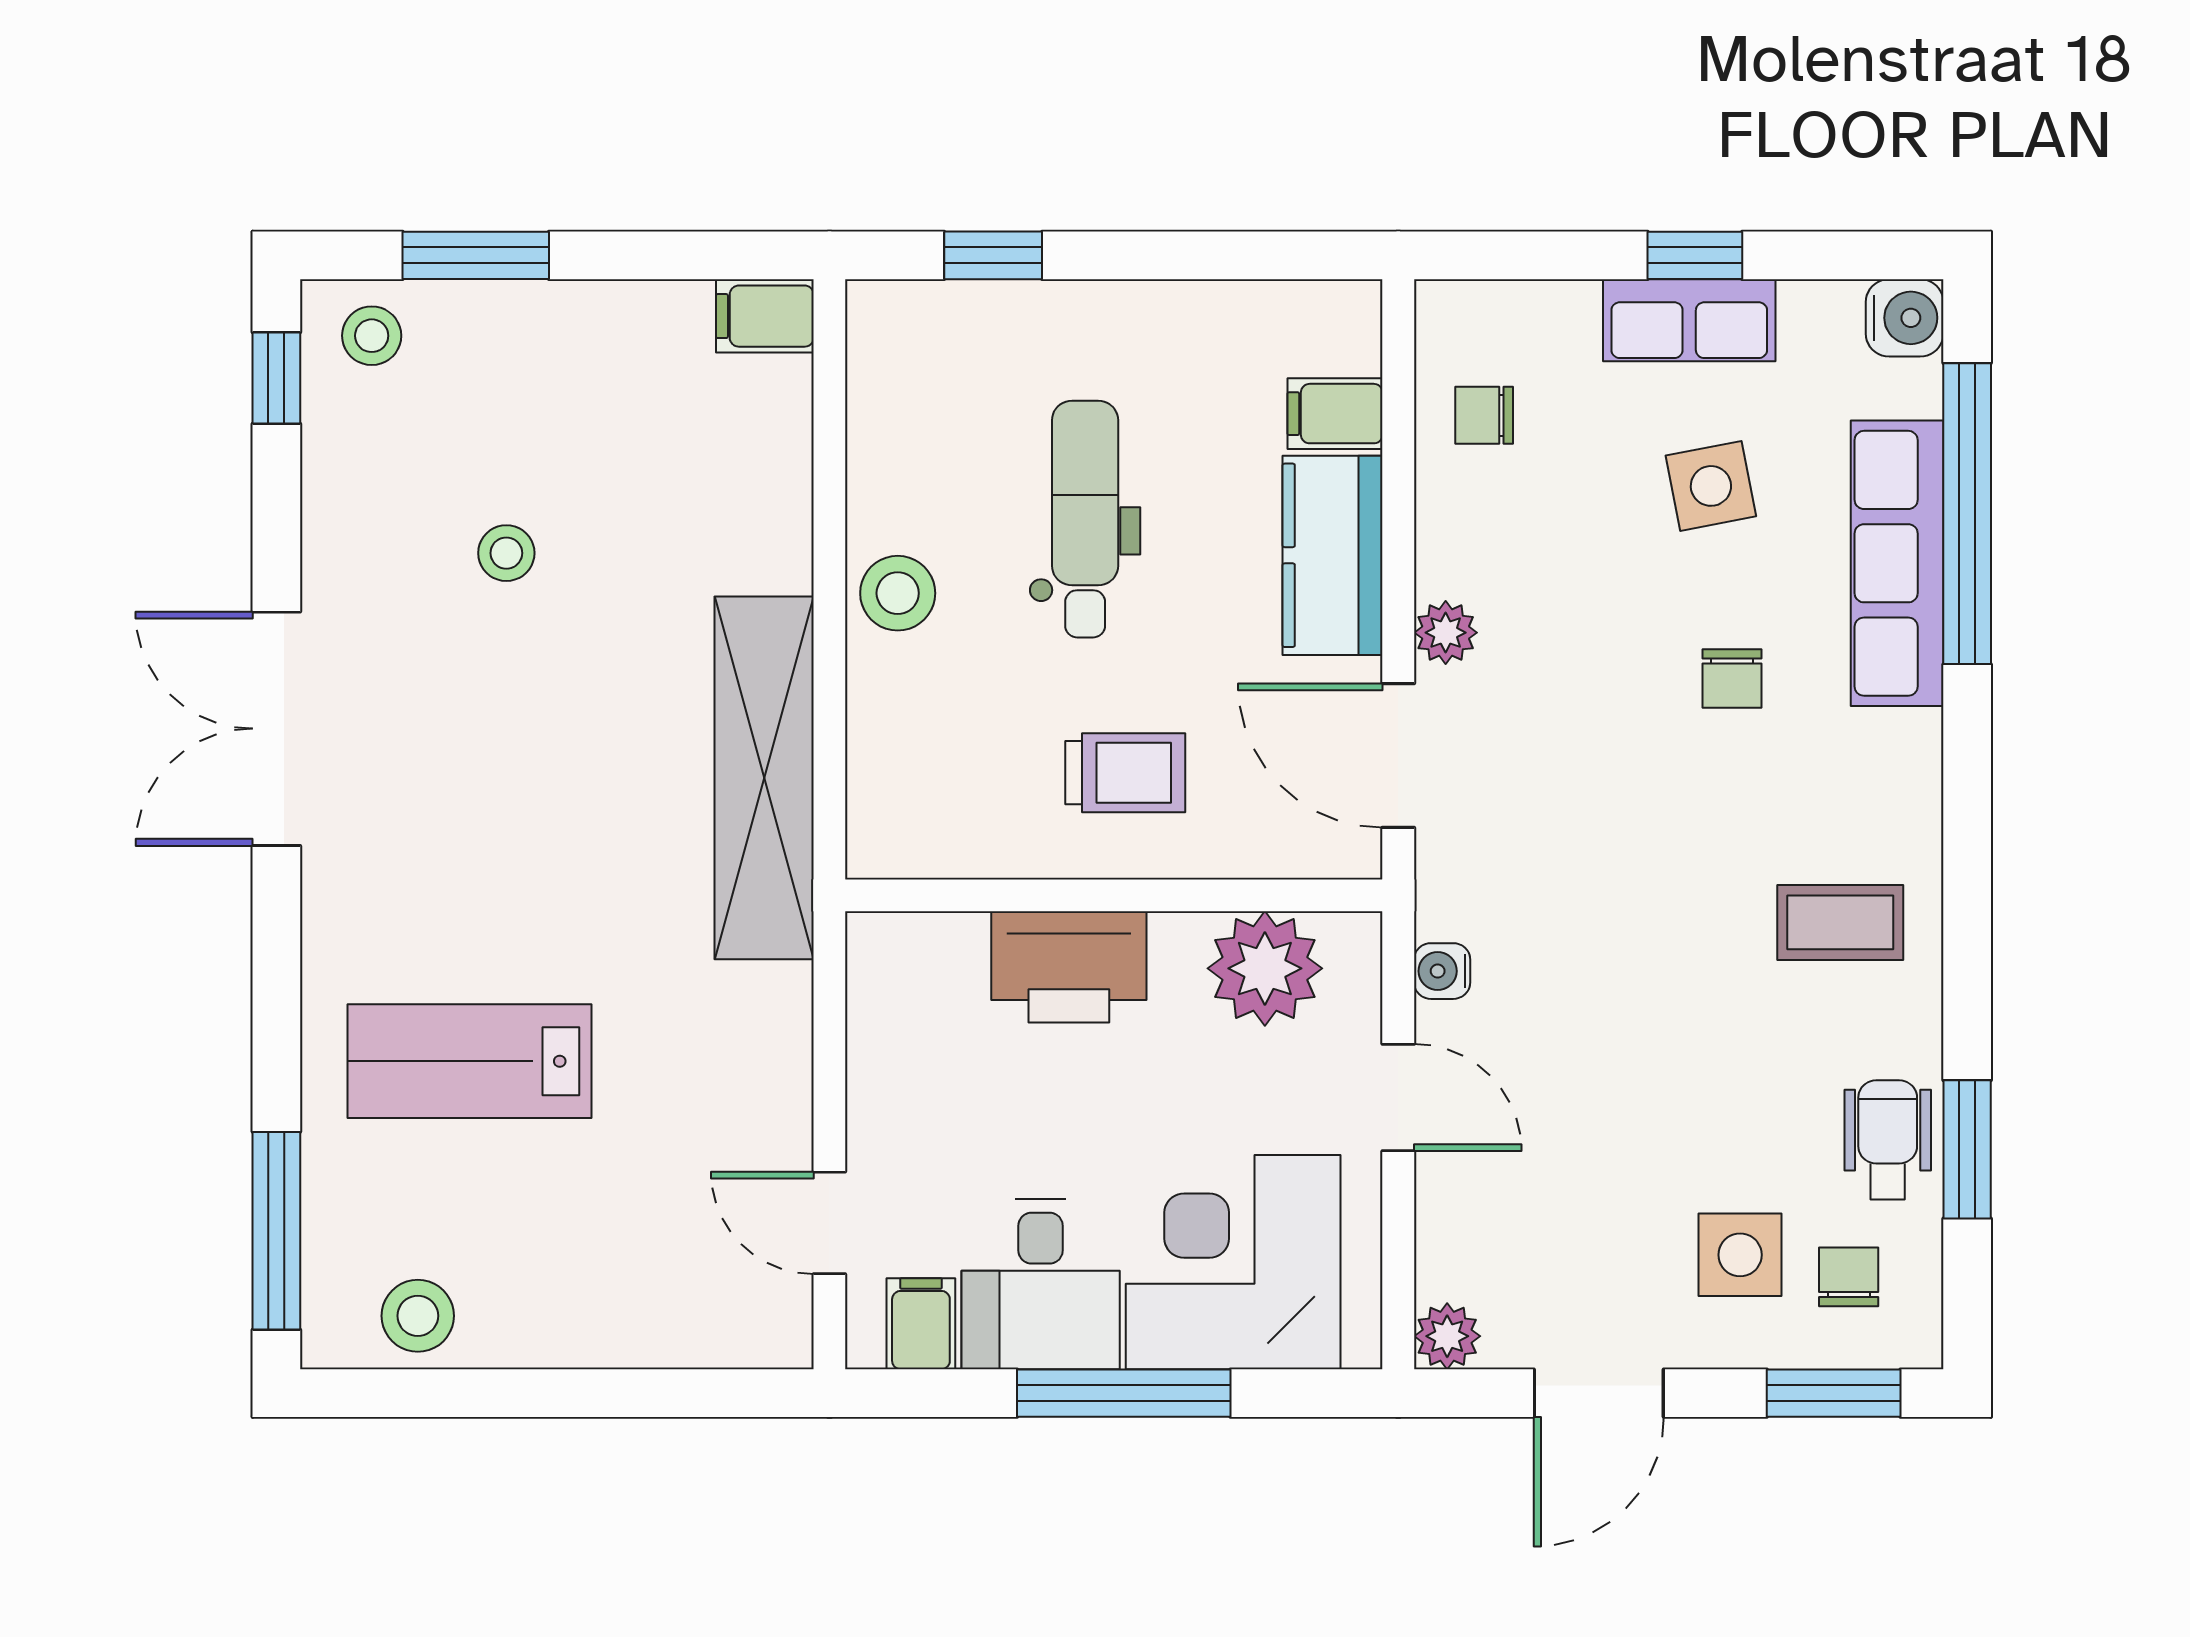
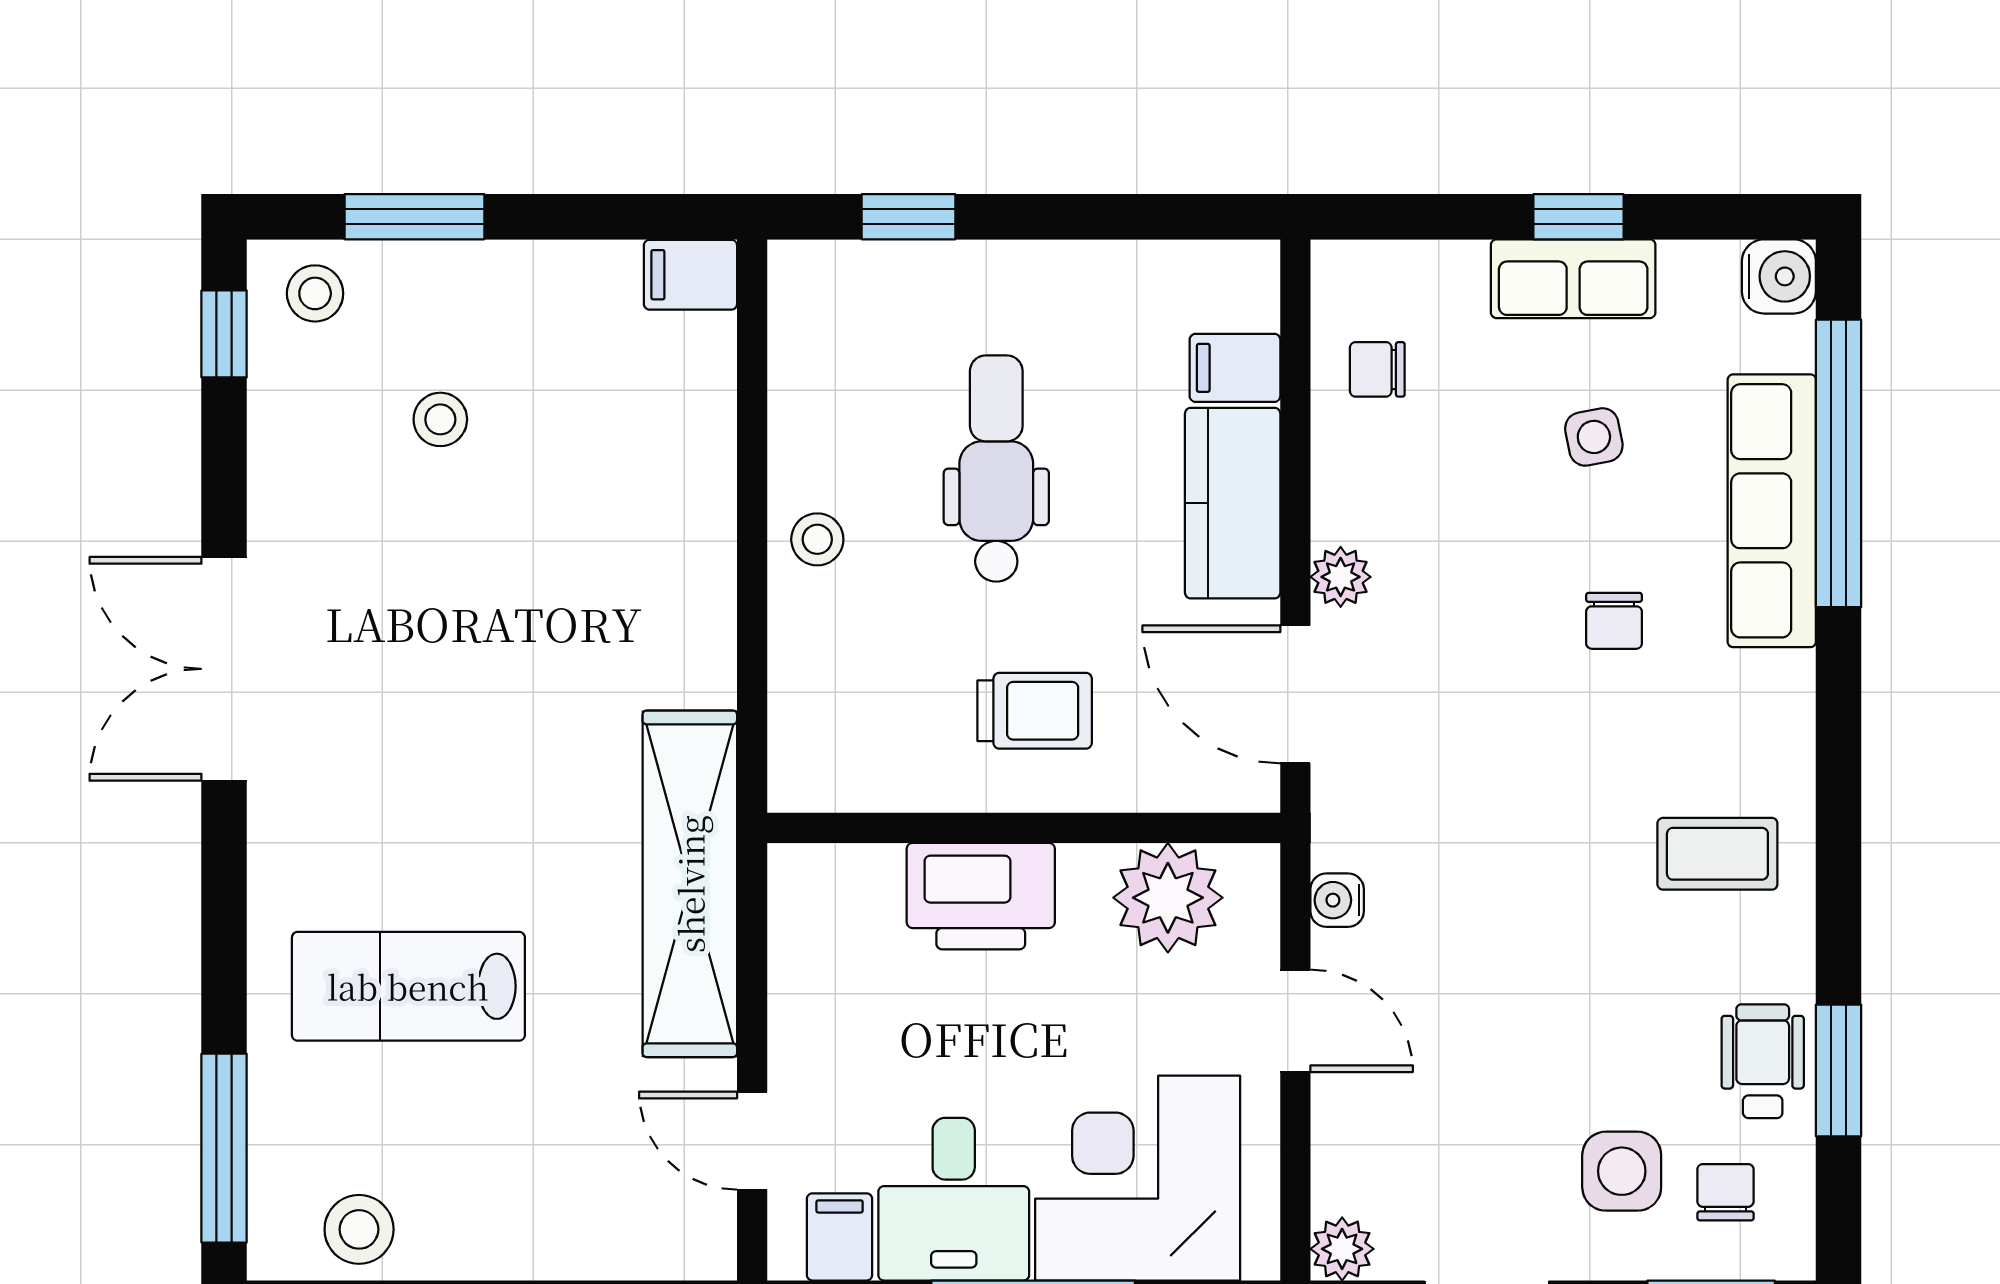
side table: (1711, 486) -> (1594, 437), width x0.73, depth x0.73
stool: (506, 553) -> (440, 419), moved
stool: (898, 593) -> (817, 539), width x0.73, depth x0.73
shelving: (764, 778) -> (690, 884), moved

